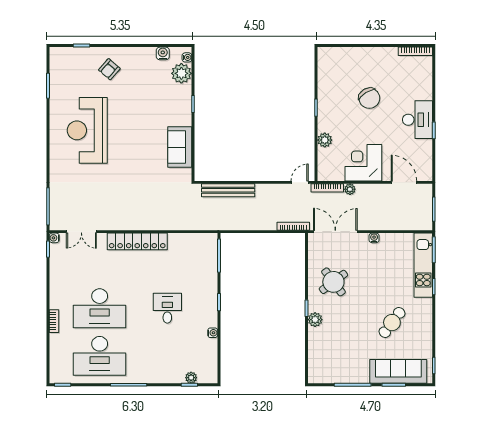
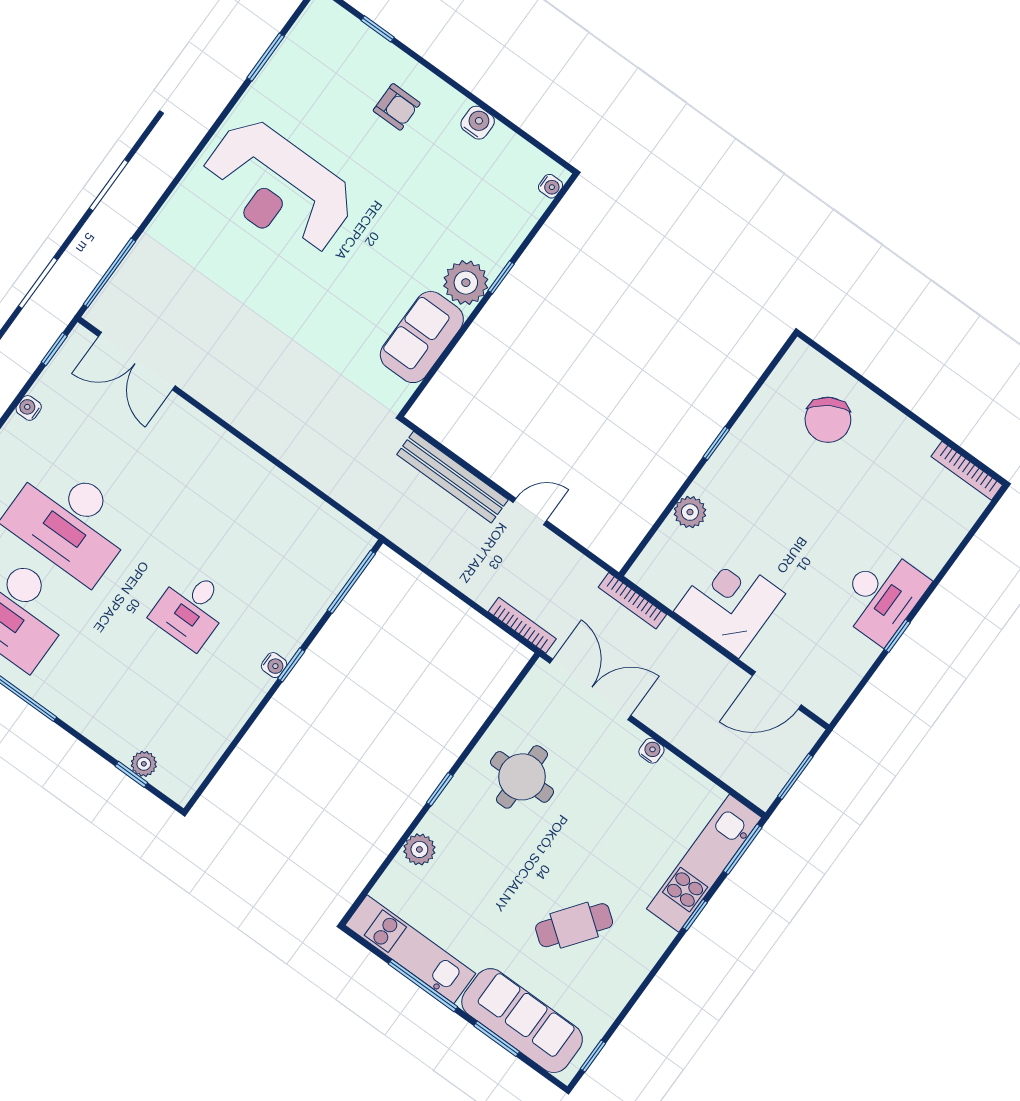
water cooler: (163, 53) -> (478, 123), moved
armchair: (109, 69) -> (397, 107), turned -131
plant: (181, 73) -> (466, 283), moved
chair: (369, 98) -> (828, 420), moved
reception desk: (87, 130) -> (278, 188), turned -90
door: (300, 182) -> (530, 512), moved
door: (404, 182) -> (777, 690), swing flipped
plant: (350, 189) -> (671, 633), removed
double door: (81, 232) -> (137, 361), width x1.37
water cooler: (54, 238) -> (29, 408), moved
locker: (137, 241) -> (224, 451), removed
round table: (333, 282) -> (522, 777), turned 37
desk: (167, 308) -> (191, 609), turned 180
plant: (315, 320) -> (419, 849), moved
water cooler: (213, 333) -> (274, 665), moved
kitchen unit: (338, 375) -> (410, 949), added

